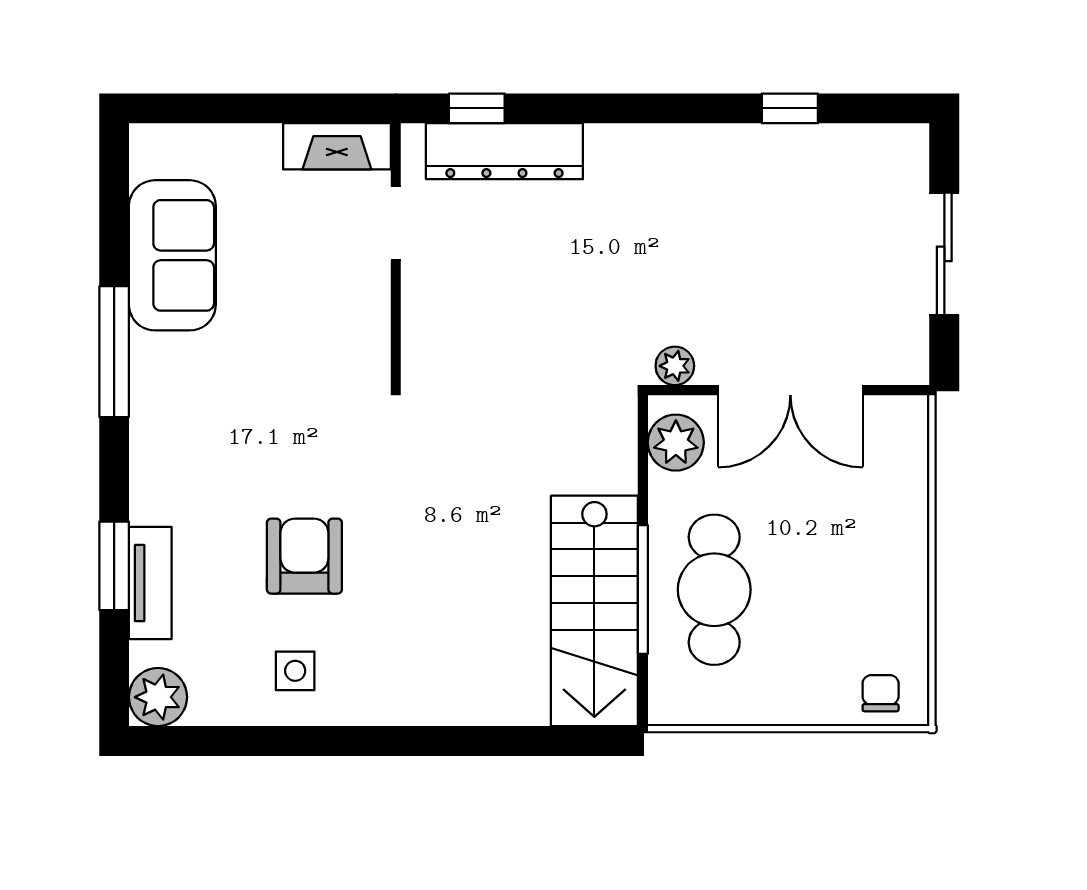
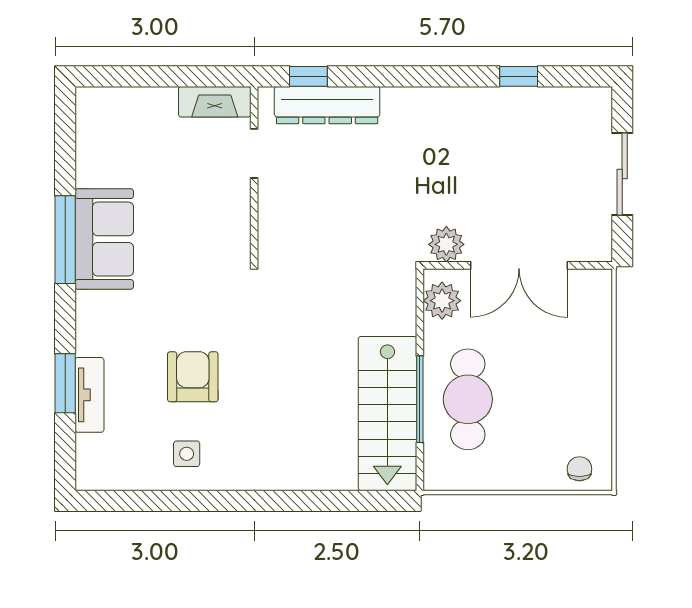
sofa: (172, 255) -> (104, 239), moved
plant: (675, 366) -> (446, 244), width x1.38, depth x1.38
plant: (158, 697) -> (95, 471), removed

